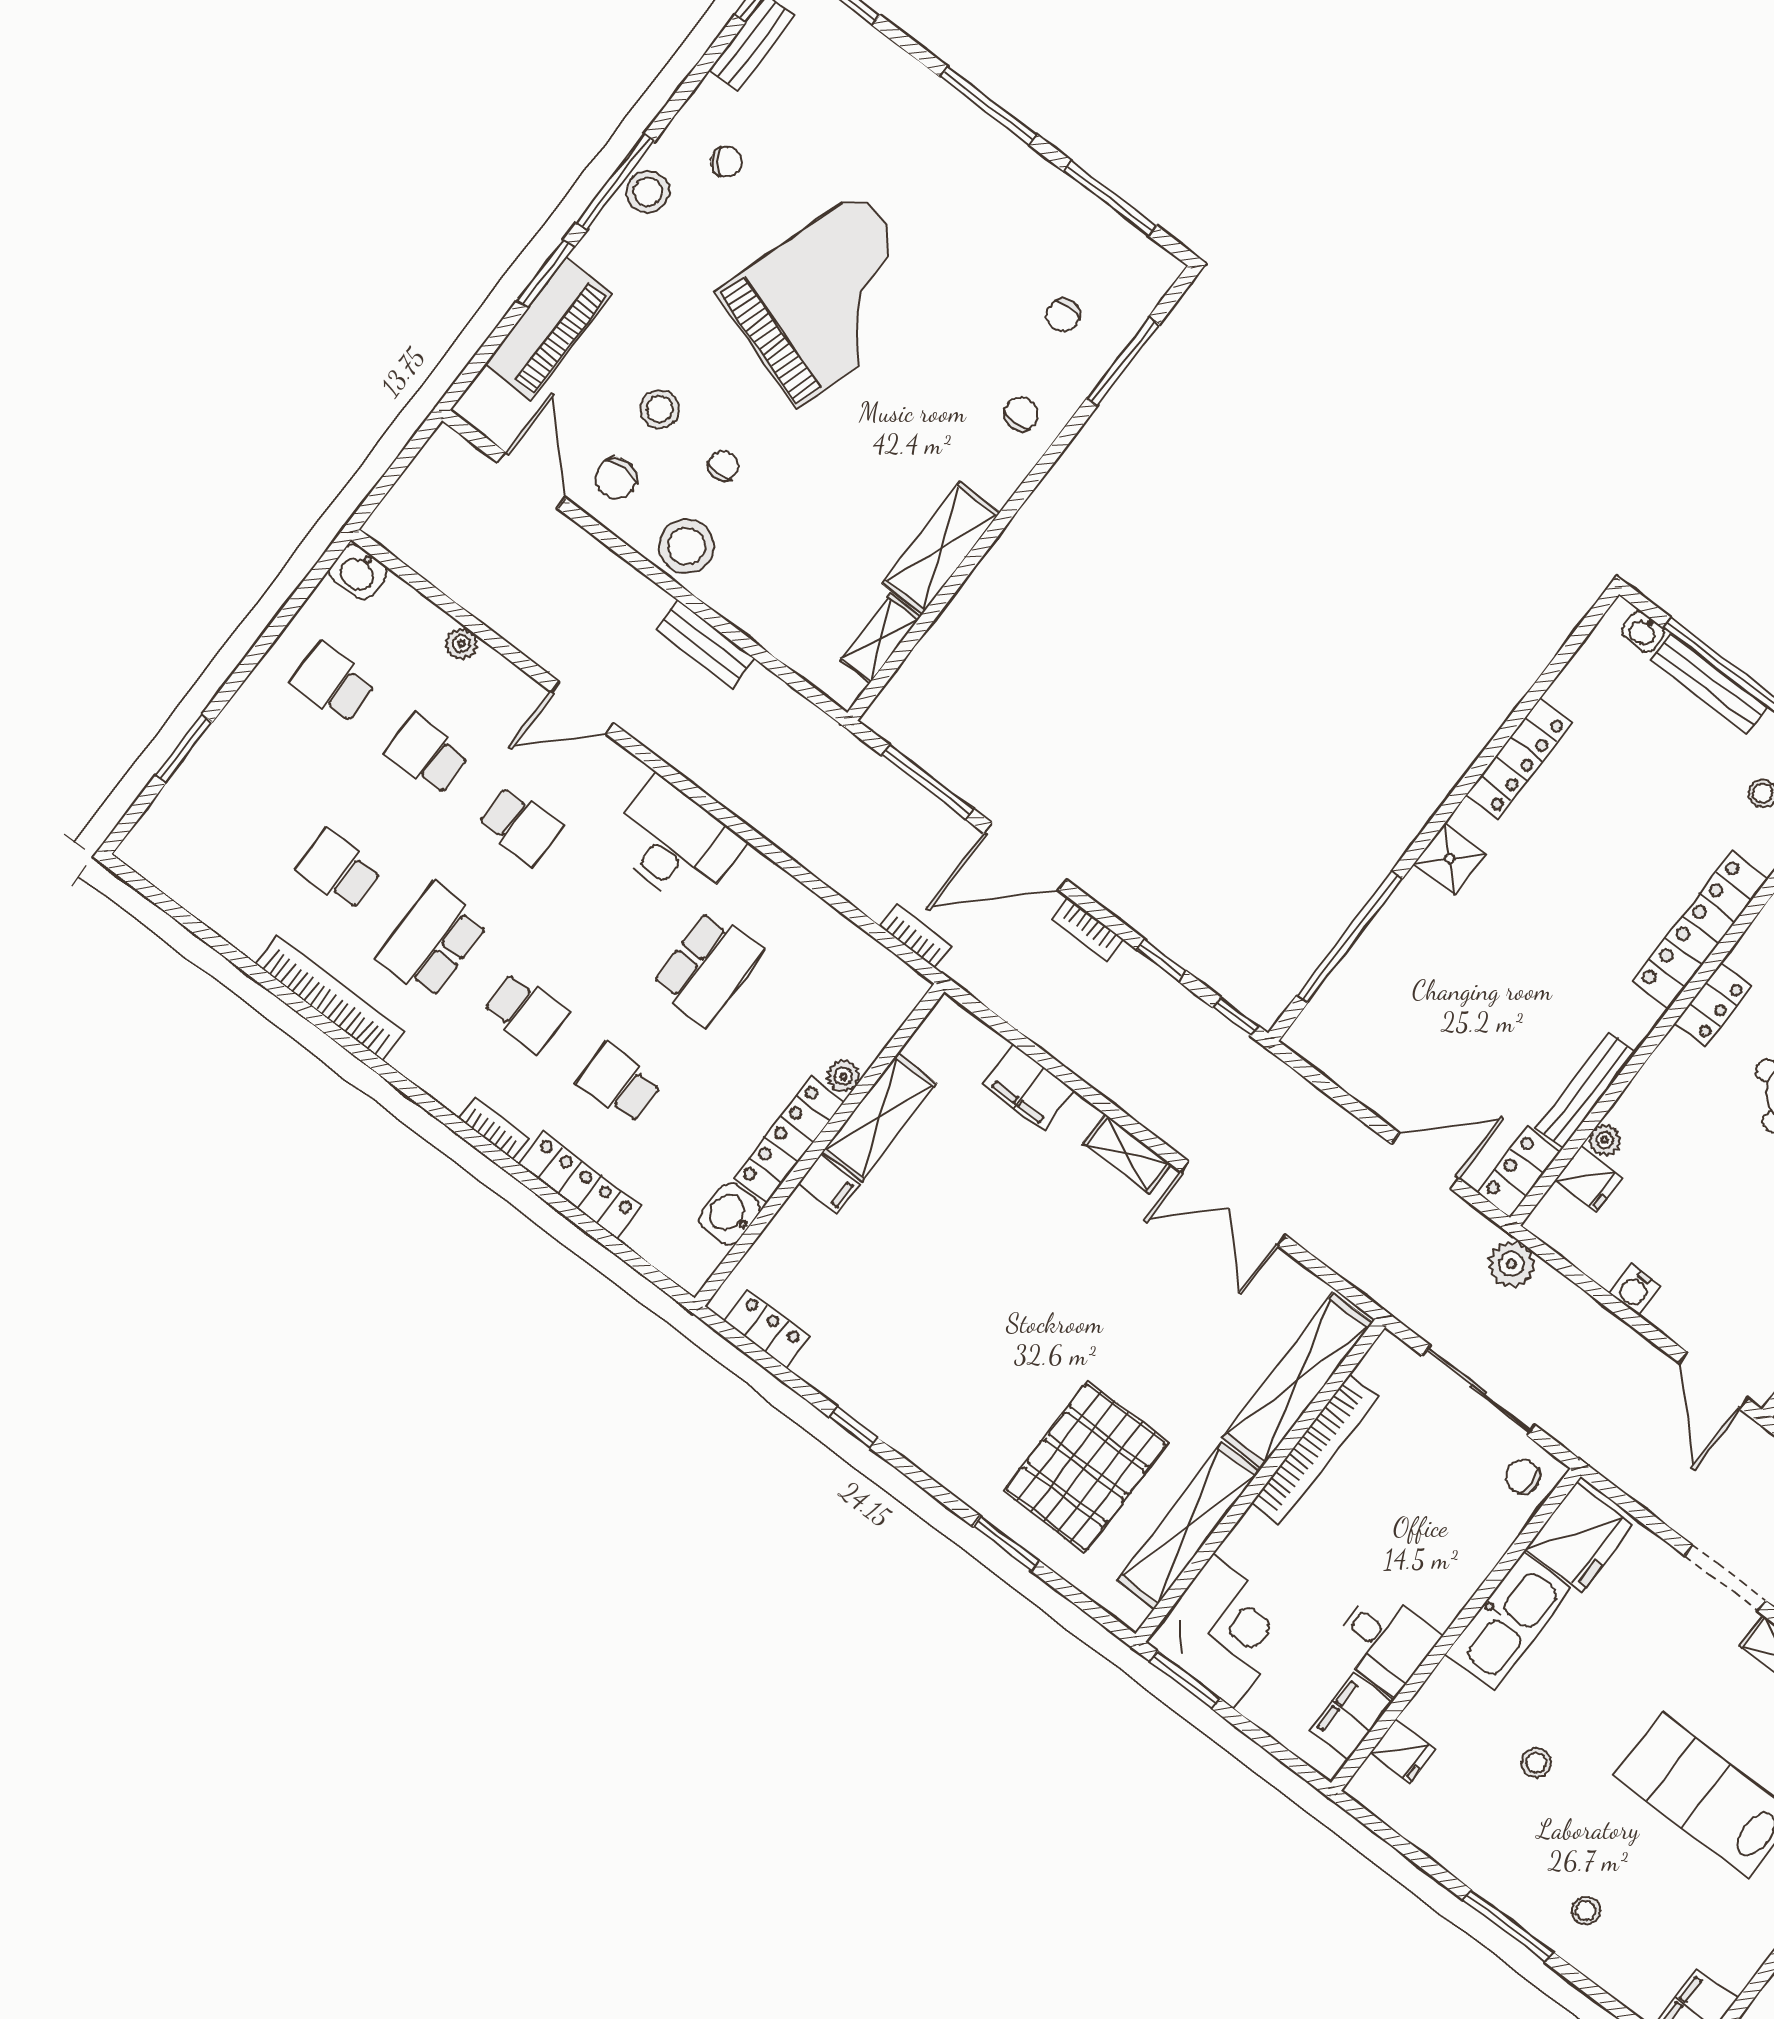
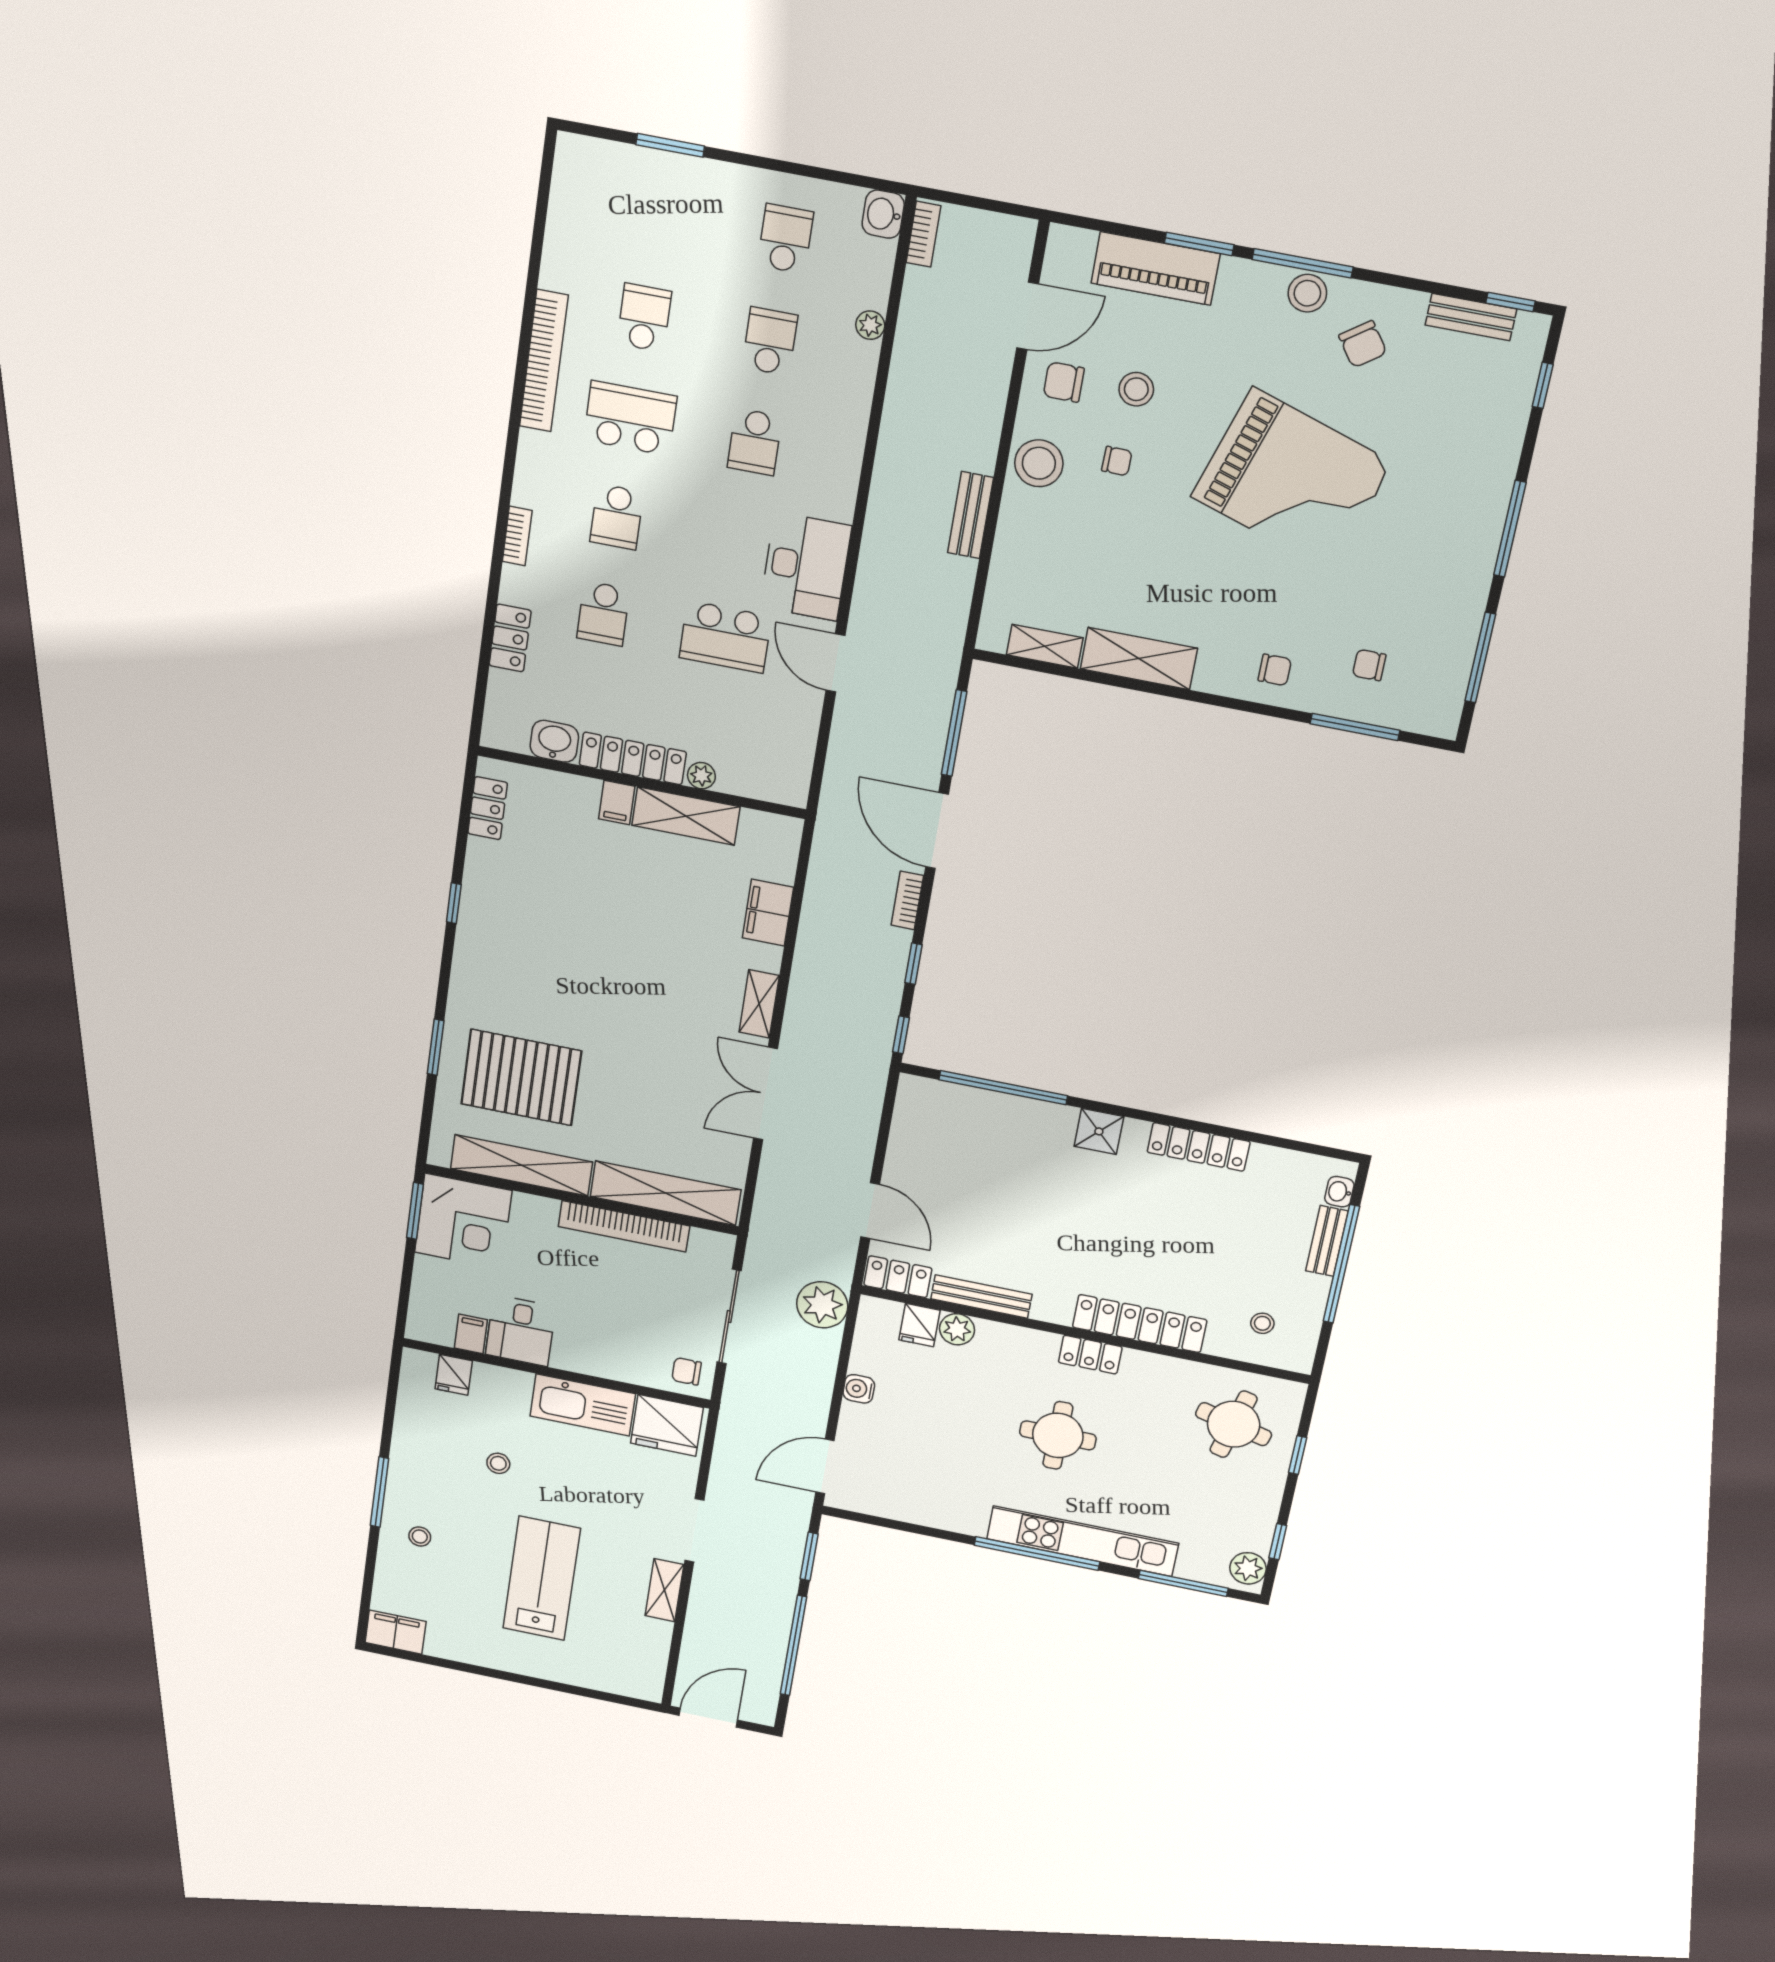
chair: (726, 162) -> (1363, 344), width x1.37, depth x1.37
bench: (1709, 684) -> (1327, 1241), width x0.73
door: (582, 708) -> (835, 663), moved
bookcase: (916, 936) -> (924, 234), moved
school desk: (619, 1084) -> (603, 613), turned 180
plant: (1605, 1140) -> (957, 1329), width x1.38, depth x1.38
locker: (580, 1185) -> (510, 638), width x0.66
plant: (1511, 1264) -> (822, 1305), width x1.36, depth x1.36
chair: (1523, 1477) -> (687, 1371), turned -90
filing cabinet: (1351, 1716) -> (471, 1334), width x0.50

